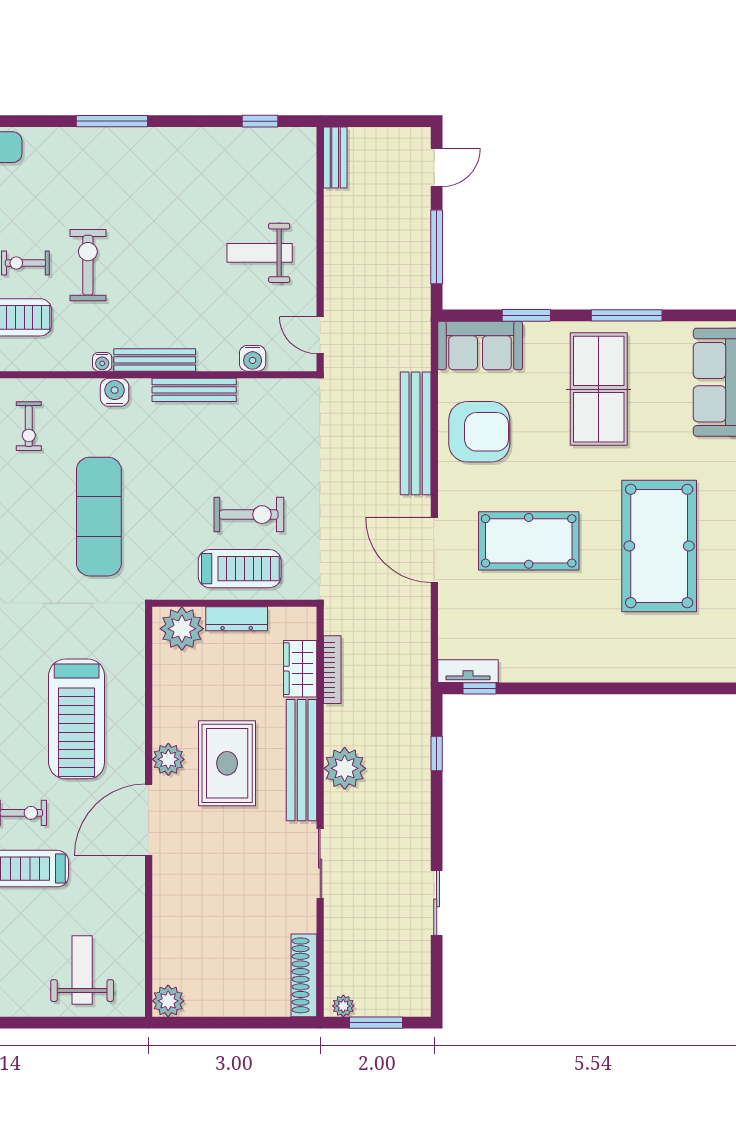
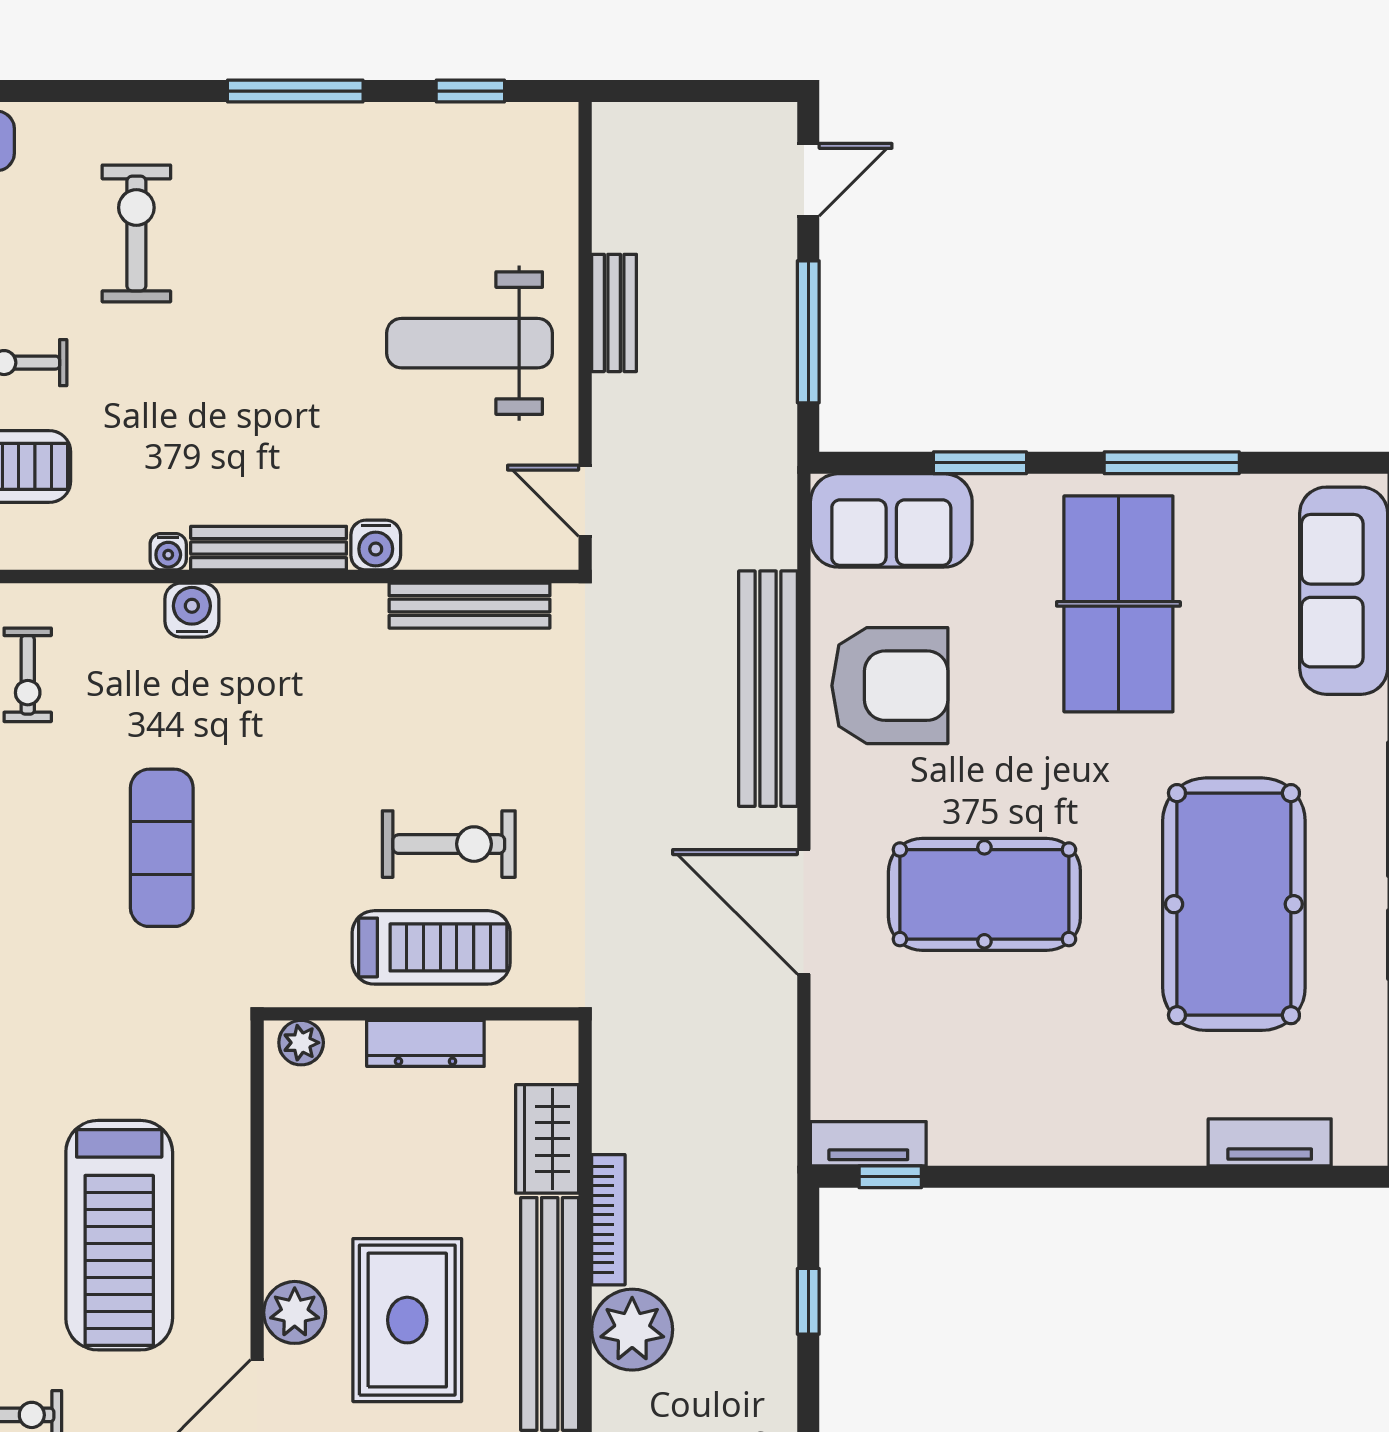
window: (112, 121) -> (295, 91), moved
bench: (335, 157) -> (614, 313), moved
weight bench: (260, 253) -> (469, 343), width x1.36, depth x1.33
exercise bike: (88, 265) -> (136, 233), moved
water cooler: (253, 358) -> (376, 545), moved
bench: (194, 390) -> (469, 606), moved
exercise mat: (99, 517) -> (162, 848), width x0.73, depth x0.69
plant: (182, 629) -> (301, 1043), width x0.53, depth x0.53
bookcase: (332, 670) -> (608, 1220), moved
tv unit: (678, 670) -> (1270, 1142), added

